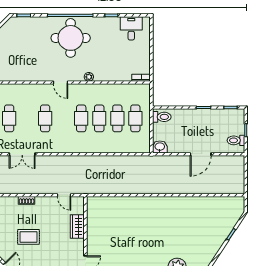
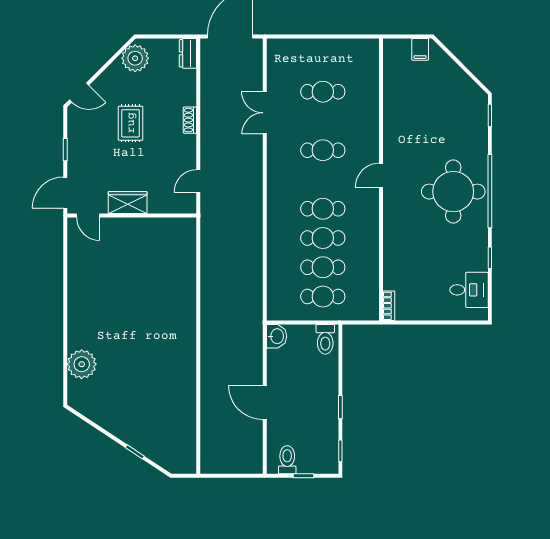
plant: (89, 77) -> (390, 221), removed
wardrobe: (77, 226) -> (128, 202), moved

